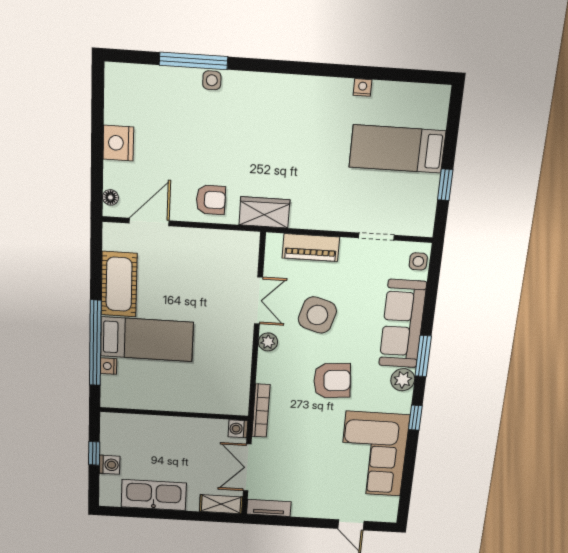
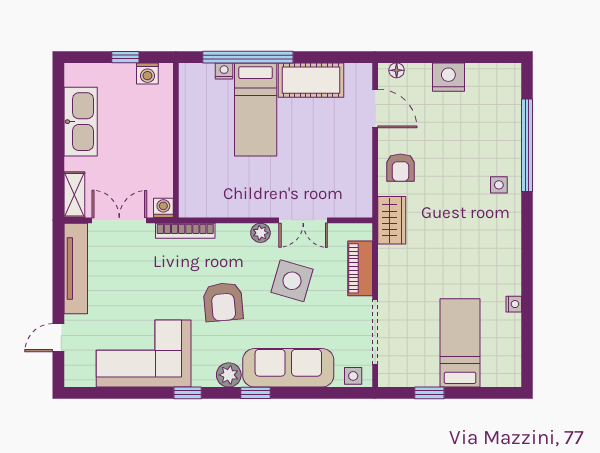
window: (193, 61) -> (527, 145), width x1.46
side table: (212, 80) -> (499, 185), moved
doorway: (376, 237) -> (375, 332), width x1.88
window: (423, 356) -> (256, 393), width x0.67
washing machine: (110, 465) -> (147, 74), moved
tv unit: (269, 508) -> (76, 268), width x1.92, depth x1.29

